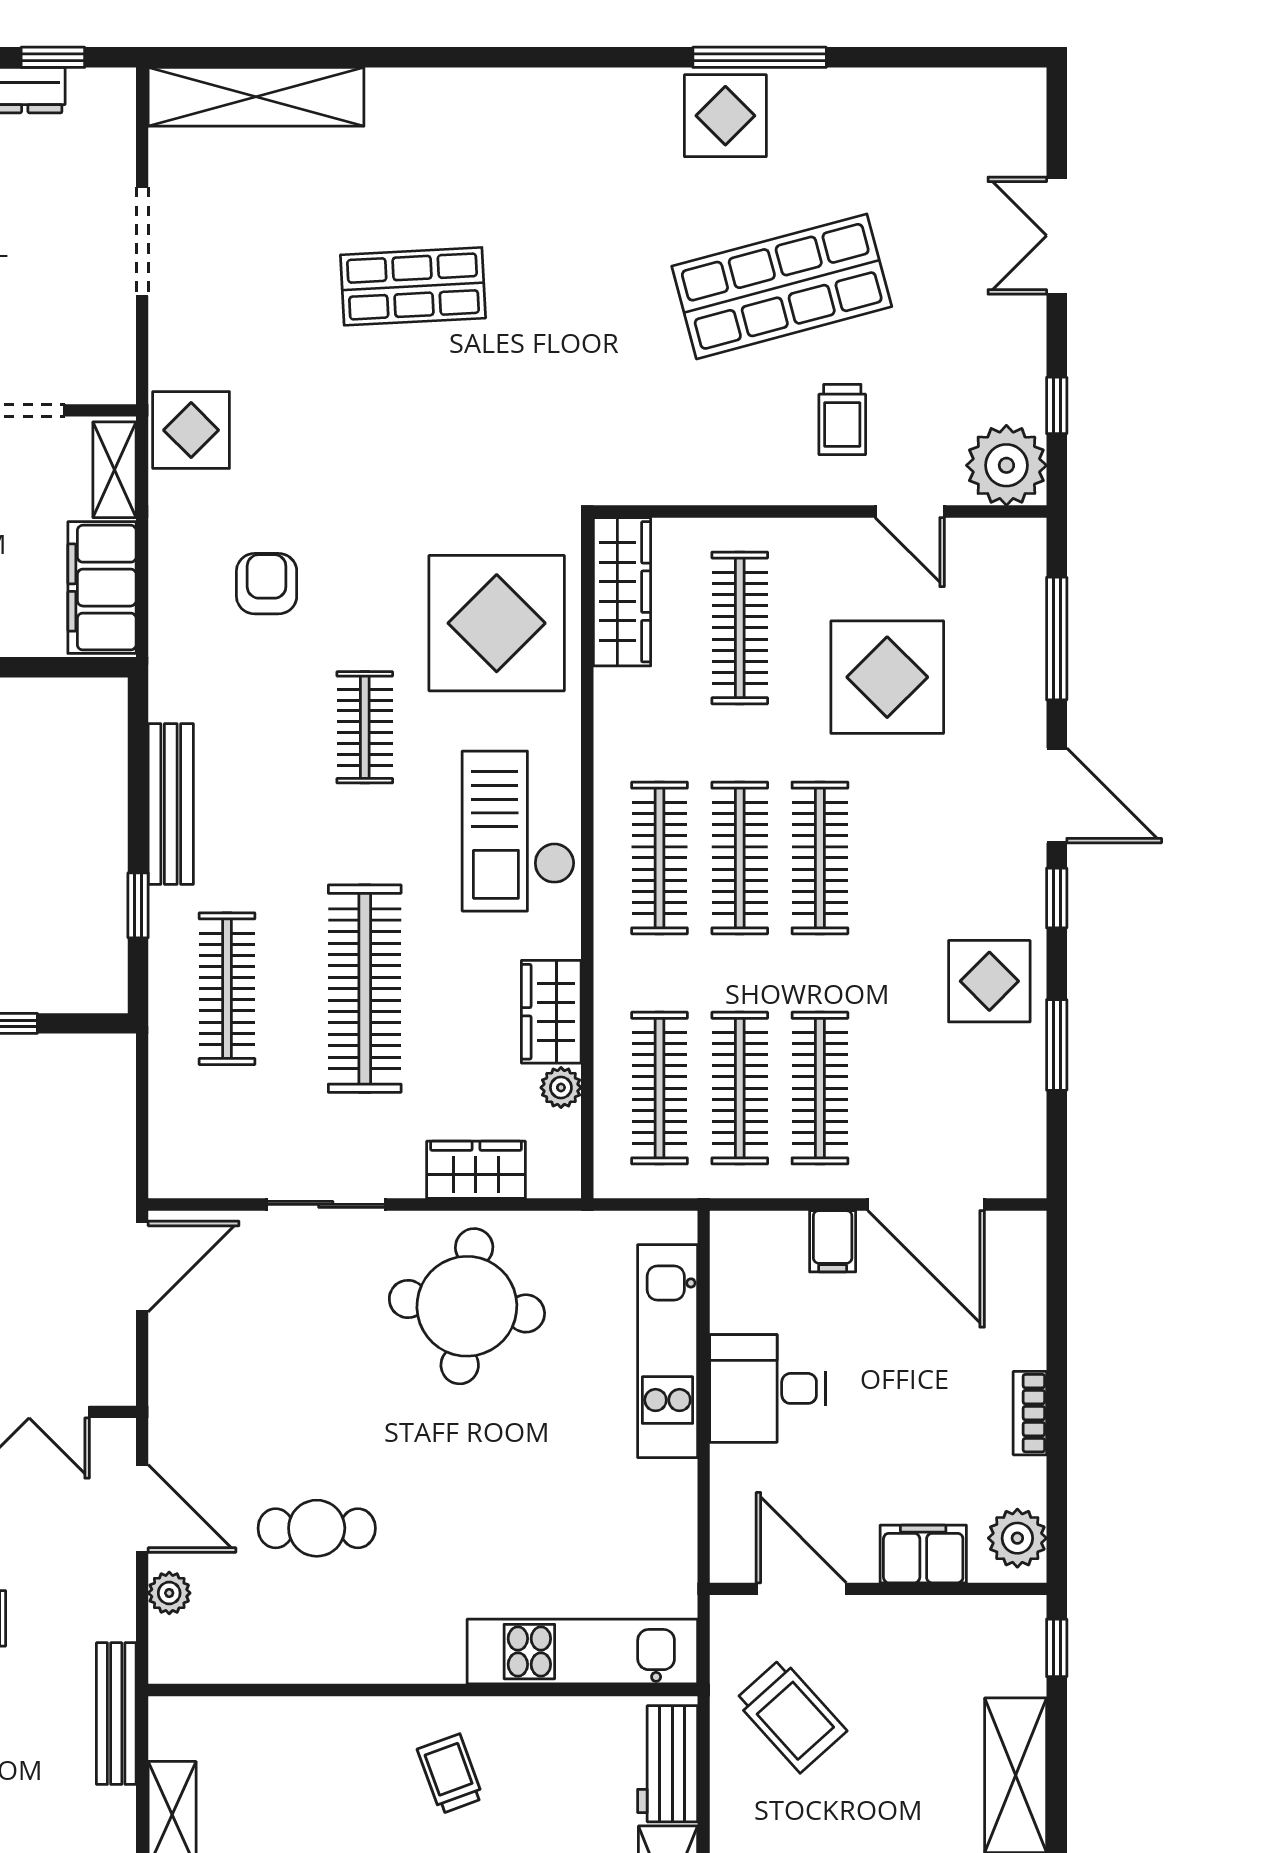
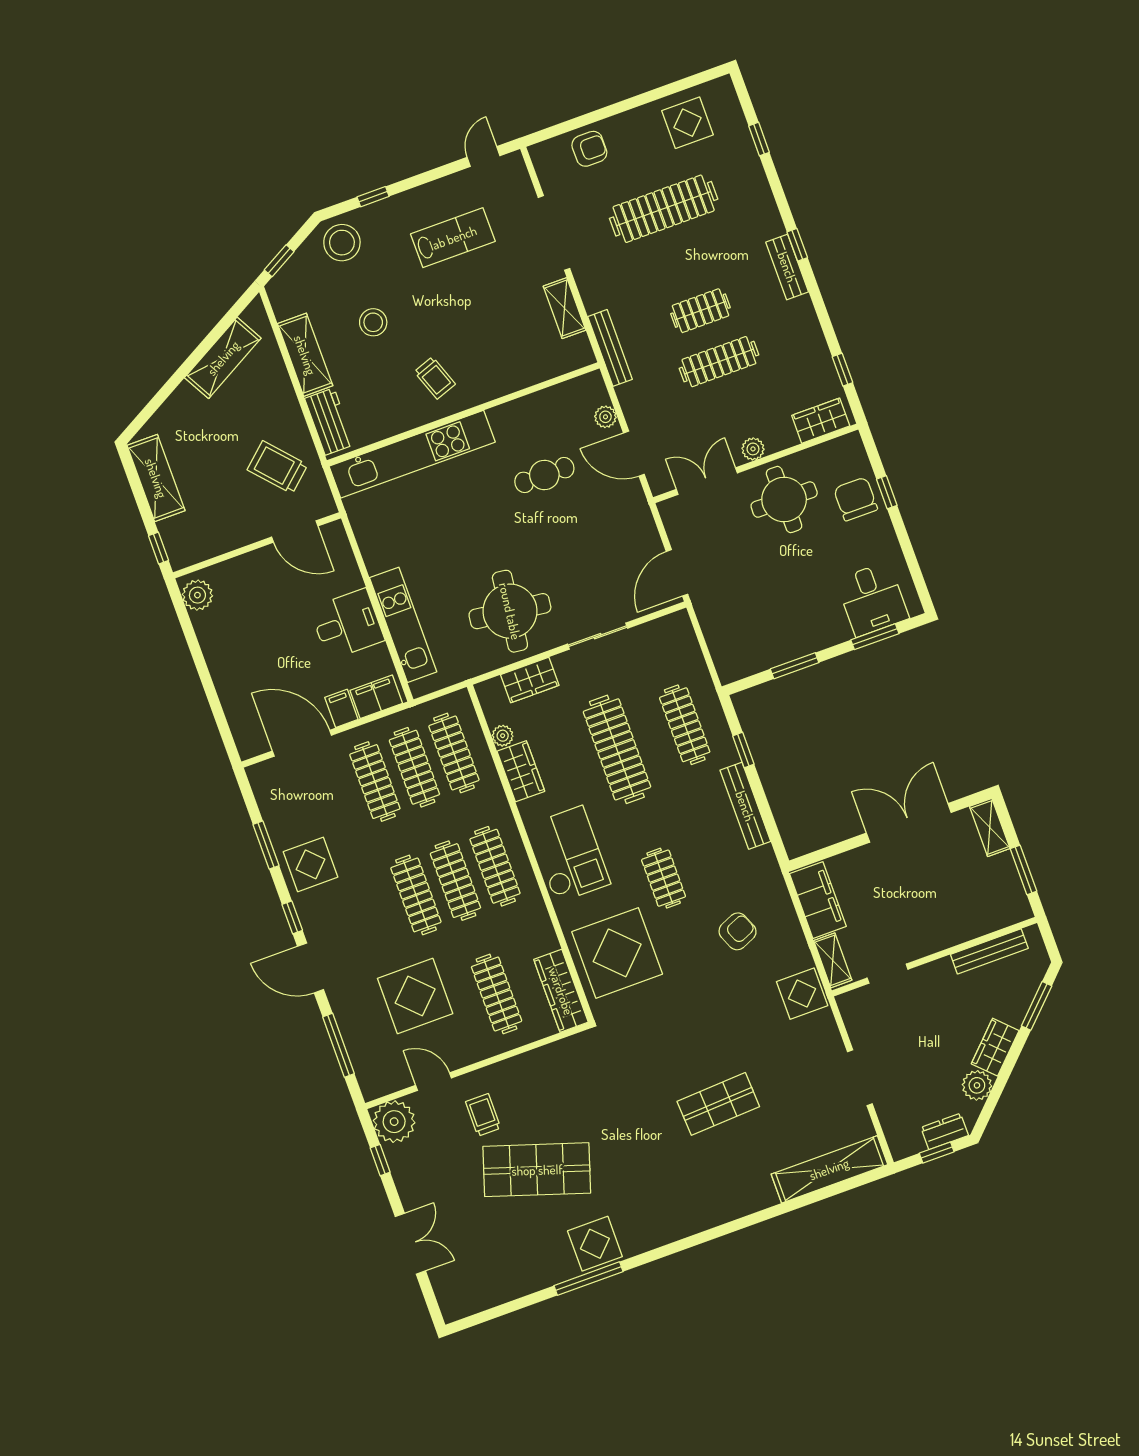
shop shelf: (782, 286) -> (537, 1170), turned 33
armchair: (267, 584) -> (738, 931), turned -113
bookcase: (1030, 1413) -> (214, 659), removed
filing cabinet: (923, 1554) -> (376, 697), moved, turned 180
kitchen unit: (582, 1652) -> (412, 454), width x1.36

